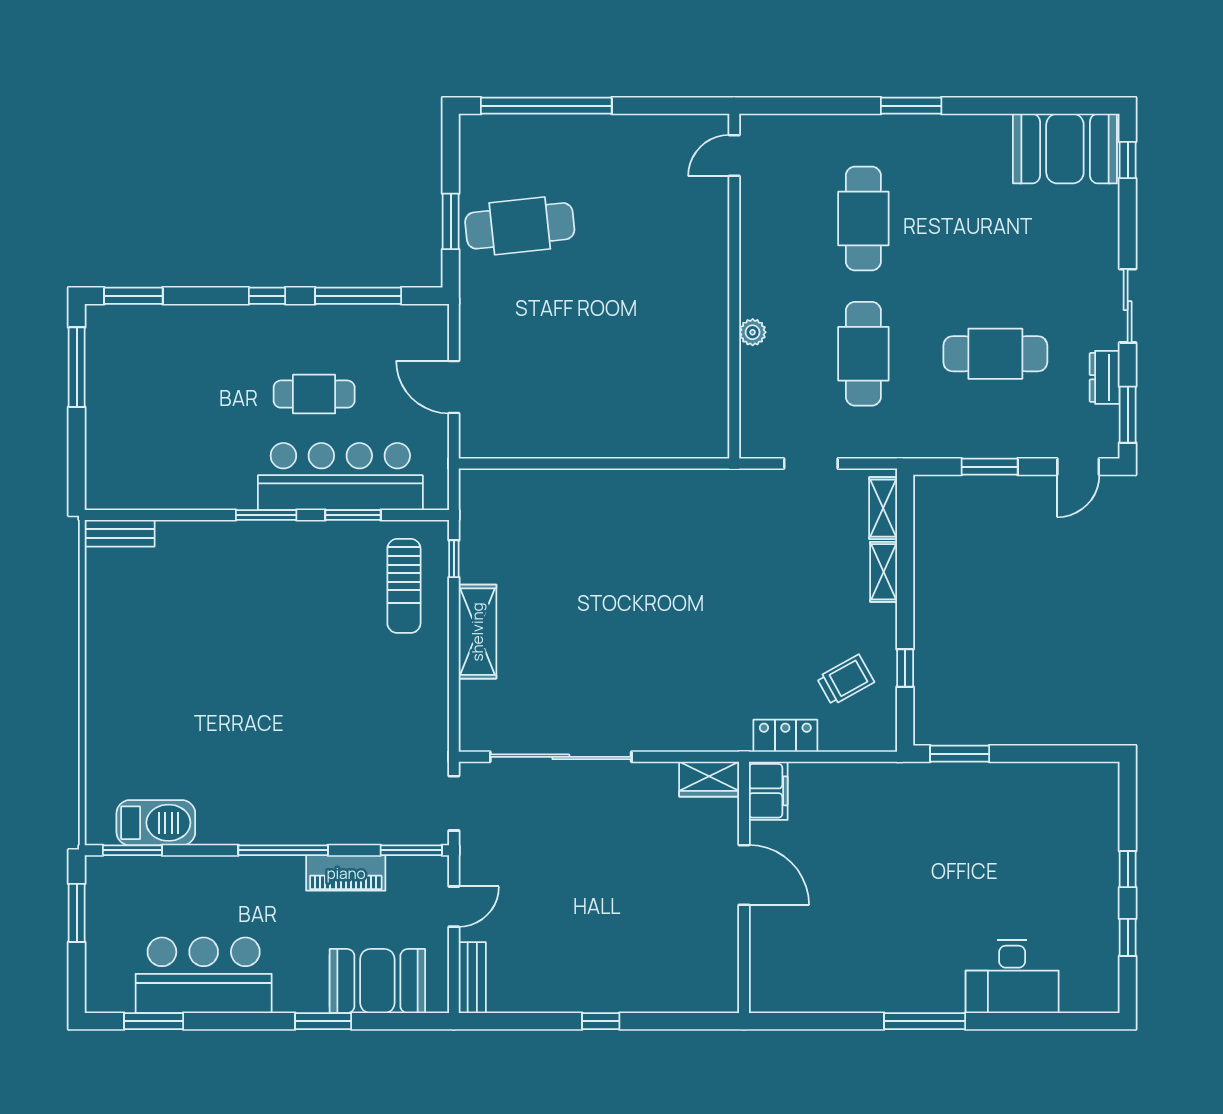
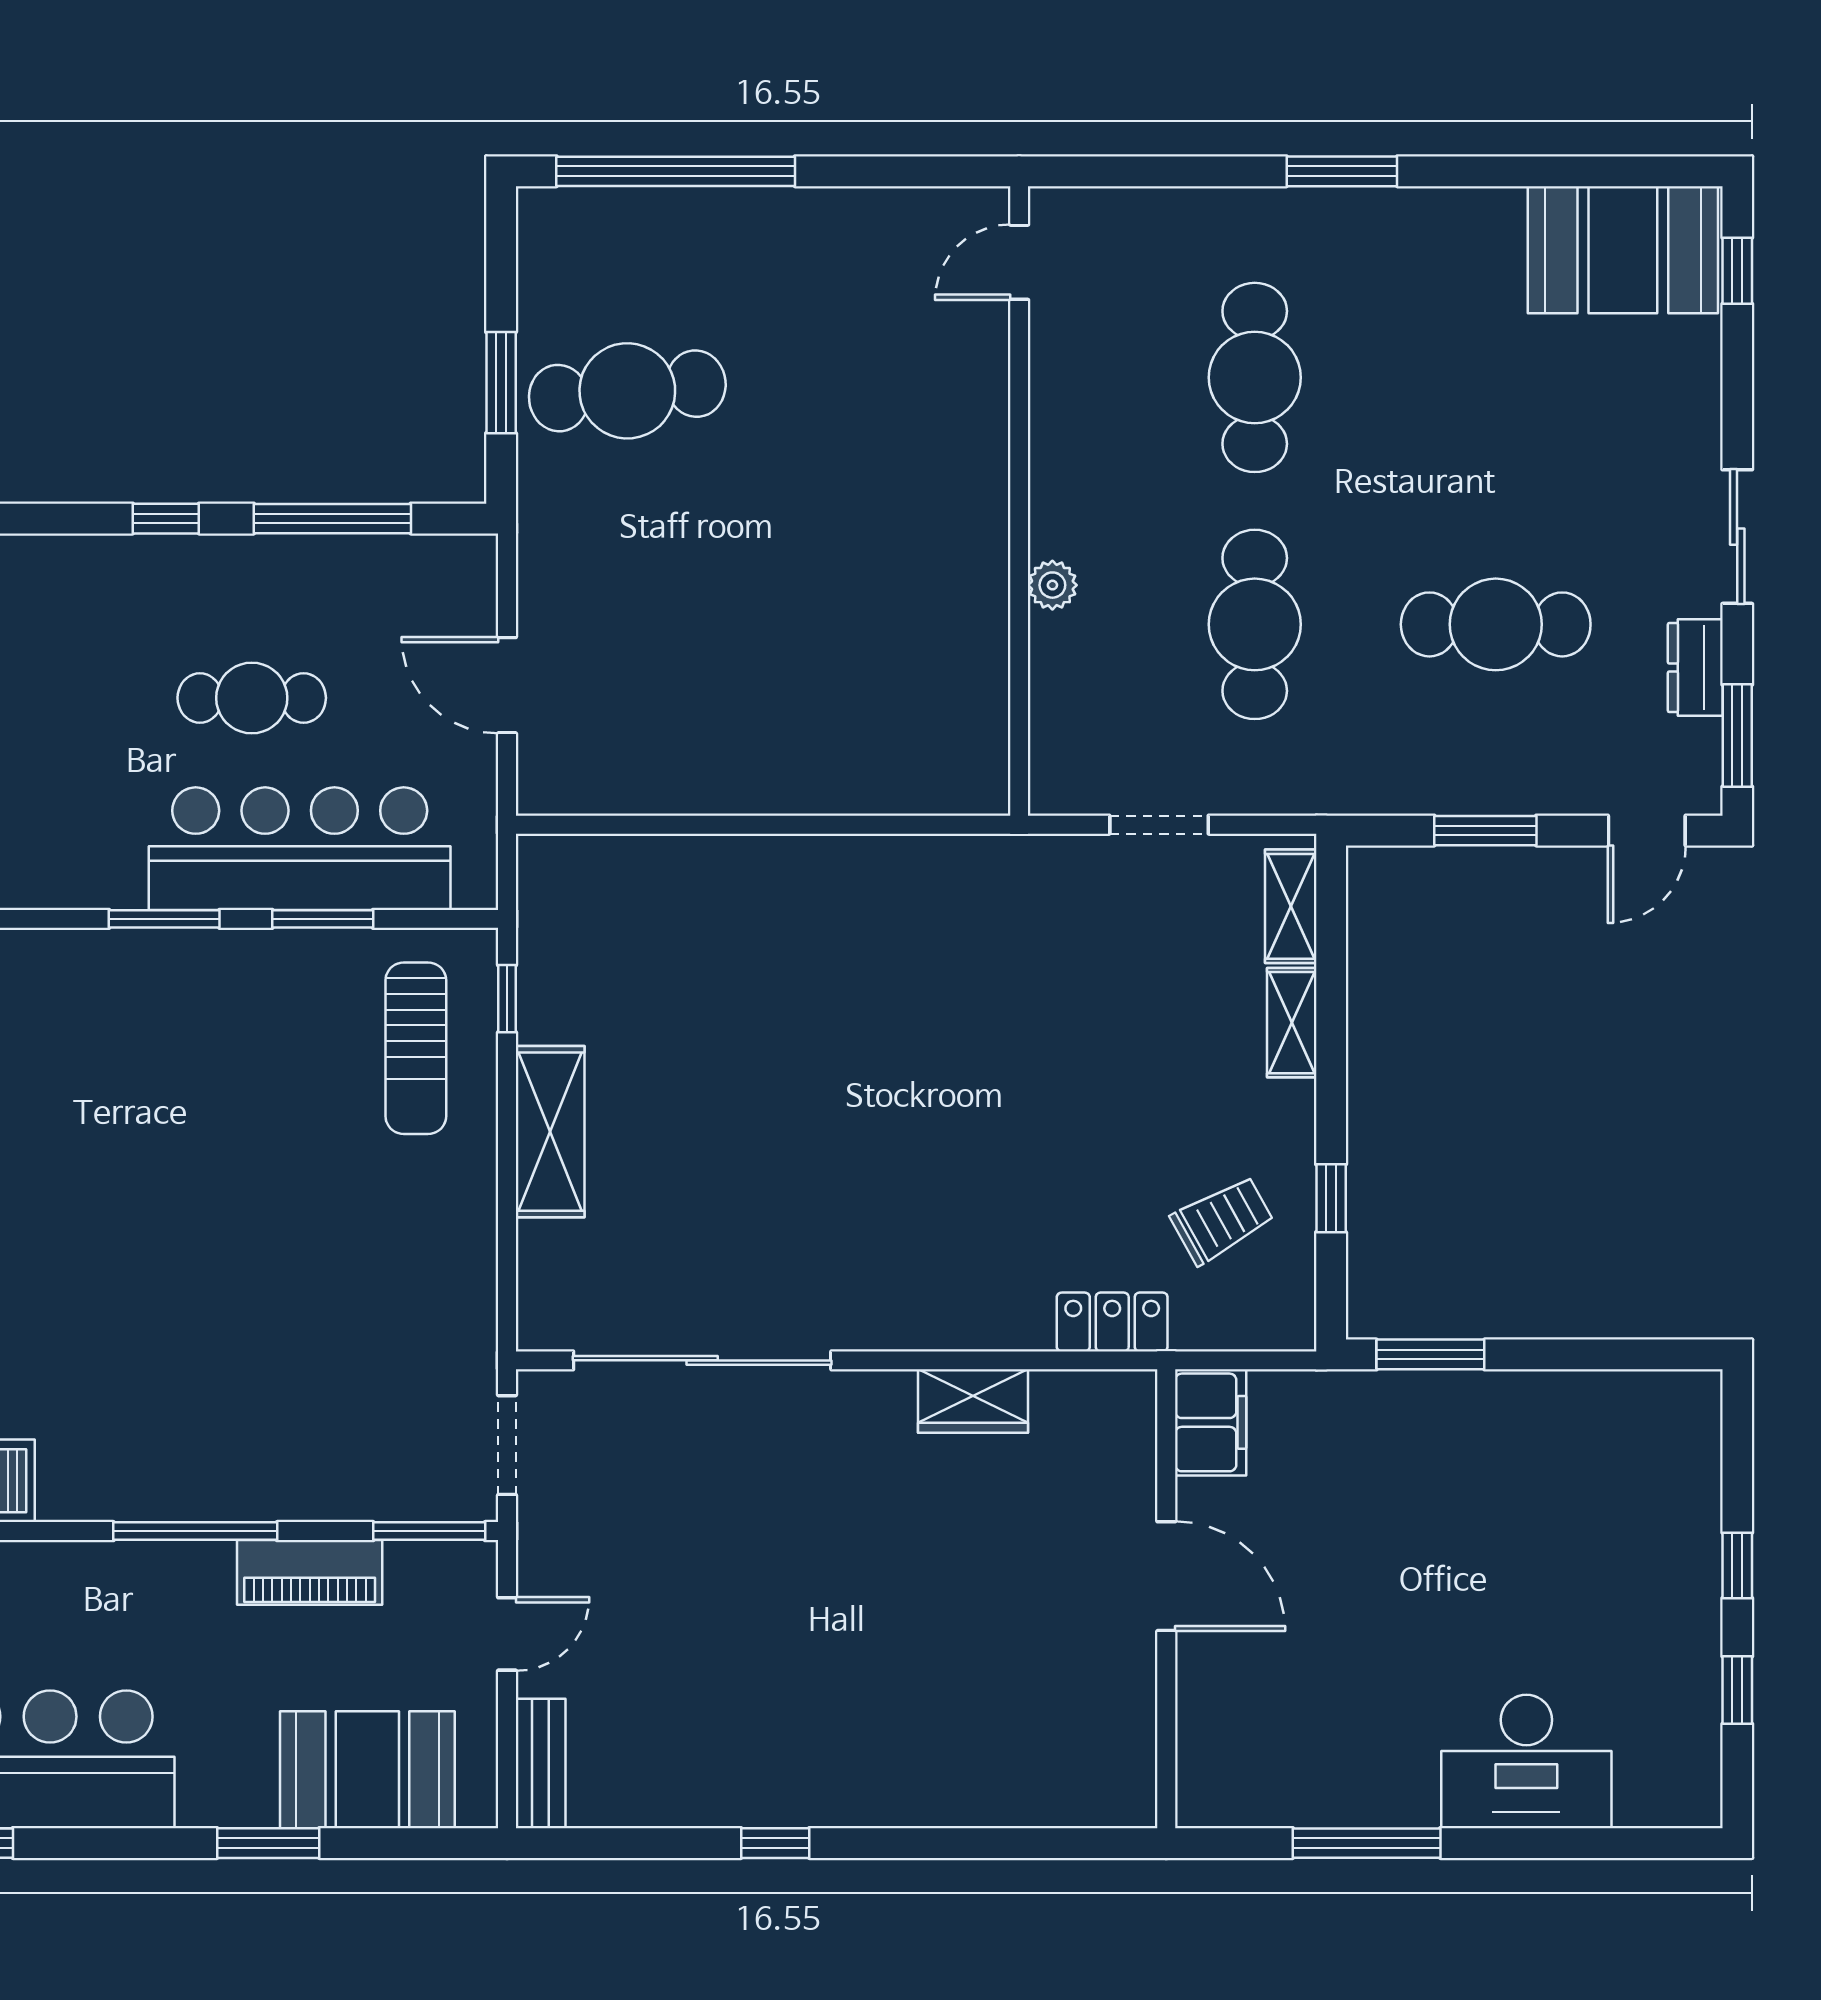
filing cabinet: (768, 791) -> (1211, 1422), moved
door: (744, 875) -> (1166, 1576), moved
wall: (744, 887) -> (1166, 1599), moved

